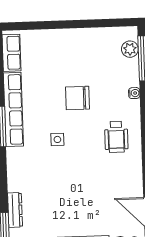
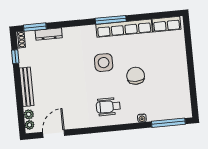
plant: (130, 49) -> (175, 113), removed
side table: (57, 139) -> (104, 63), width x1.87, depth x1.87

